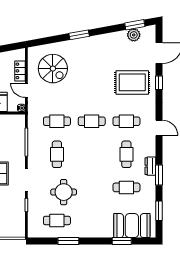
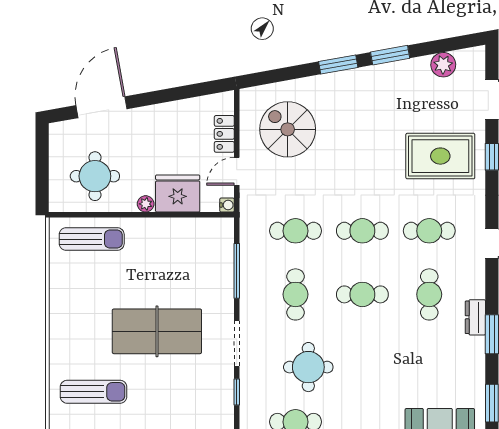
window: (135, 25) -> (390, 55), moved
spiral stairs: (53, 69) -> (288, 129), turned 180
door: (26, 90) -> (237, 171), hinge flipped
cafe table: (126, 187) -> (362, 294), moved

